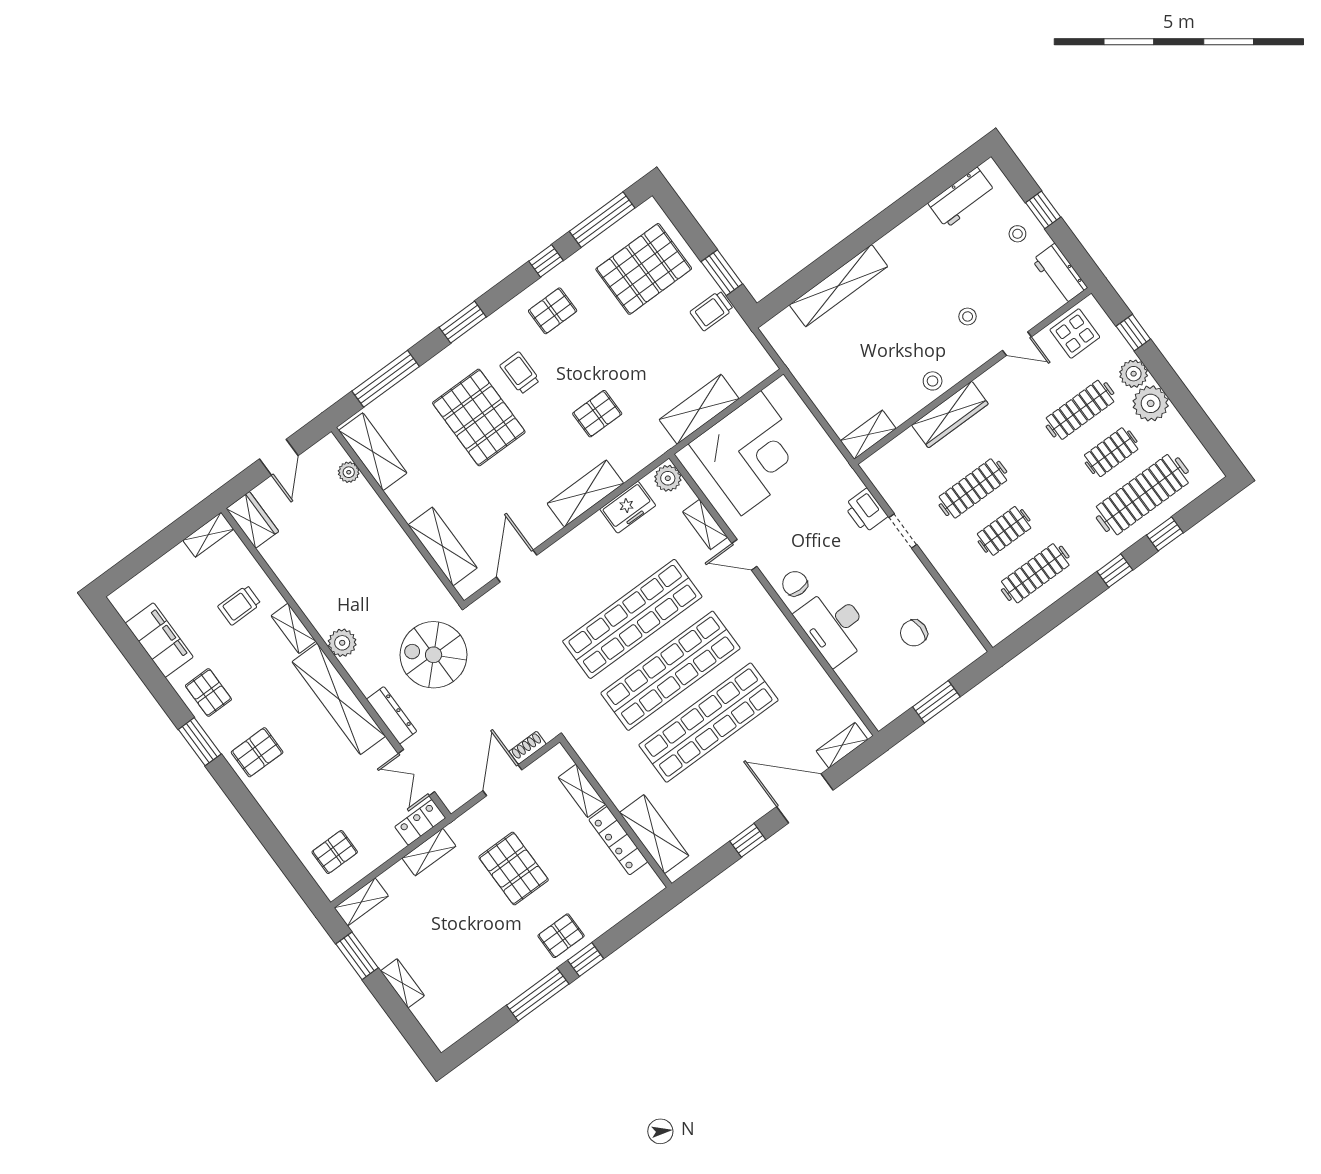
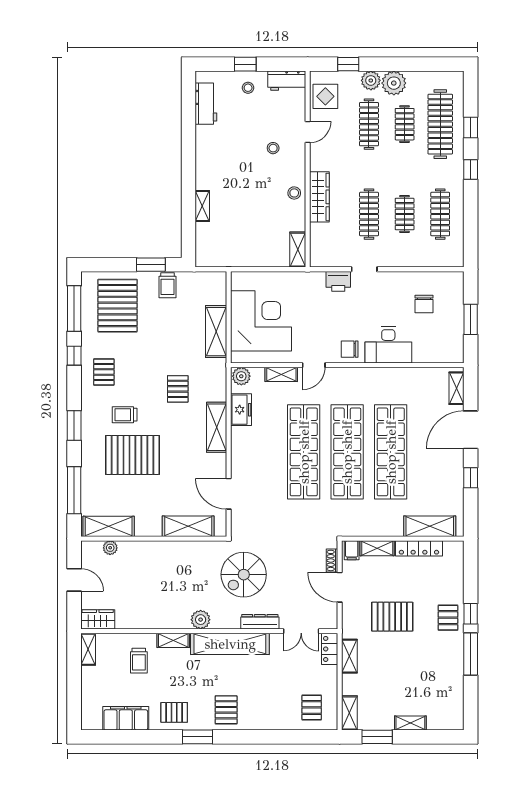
shelving: (839, 286) -> (202, 206), width x0.45, depth x0.75
filing cabinet: (557, 762) -> (352, 550), added

